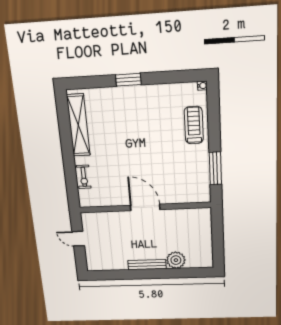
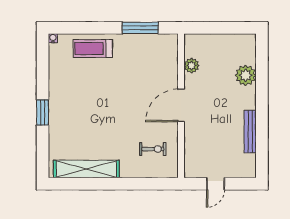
exercise bike: (84, 177) -> (153, 149), moved
plant: (182, 215) -> (192, 66), added
bench: (147, 265) -> (250, 132), moved

